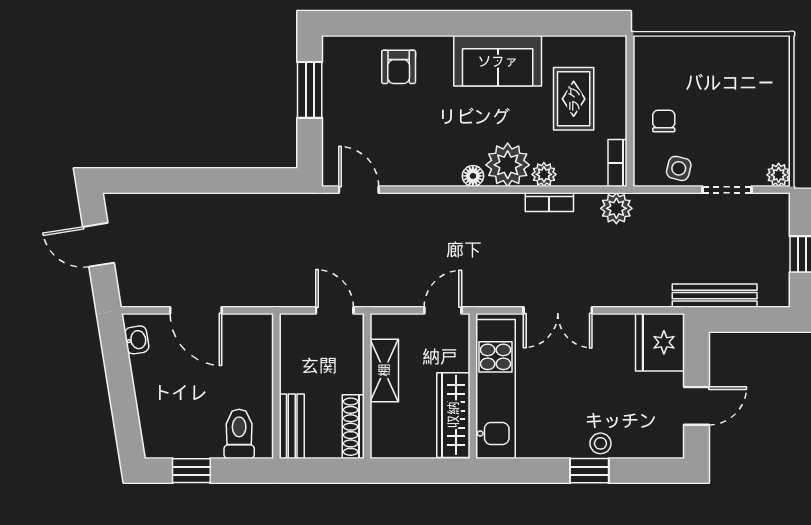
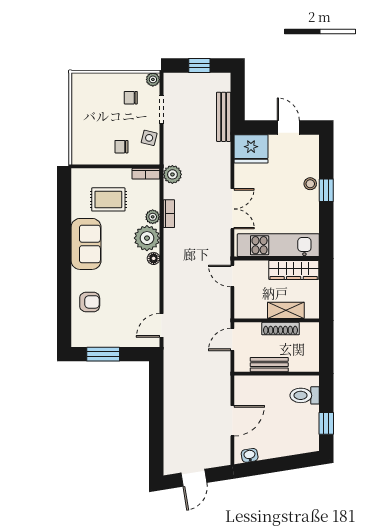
chair: (747, 137) -> (131, 98), added
shelving: (384, 370) -> (286, 310), moved
bench: (292, 426) -> (269, 365), moved
shoe rack: (353, 427) -> (280, 329), moved

